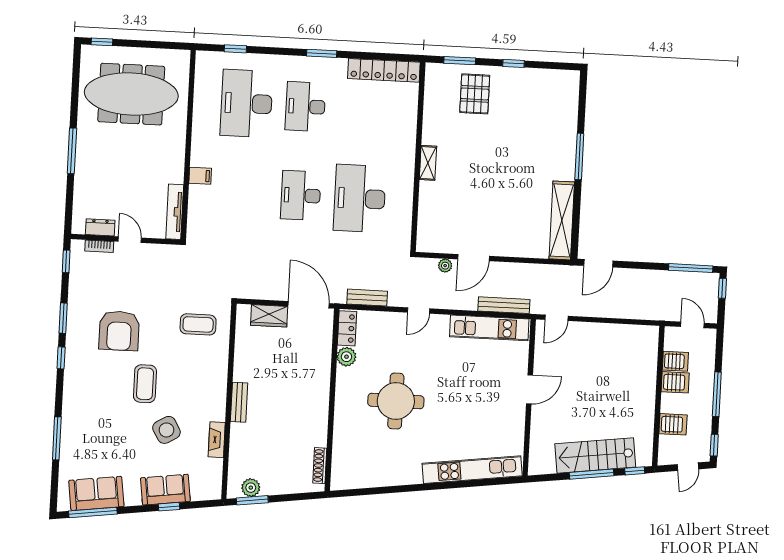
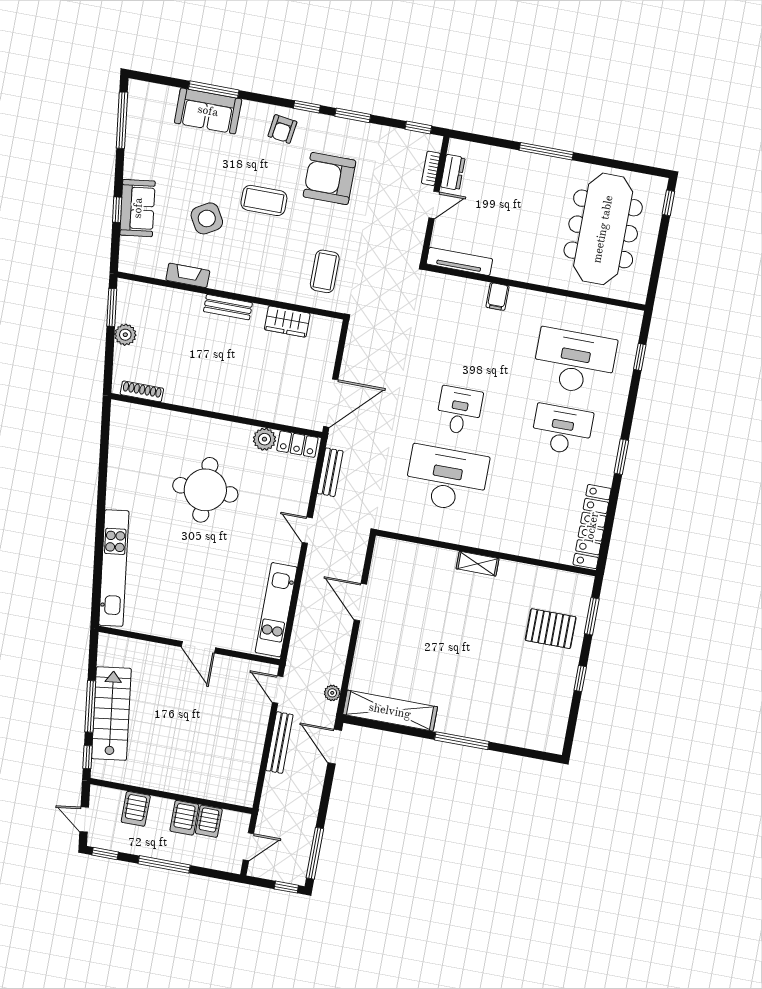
desk: (301, 195) -> (459, 411), width x0.73
plant: (445, 266) -> (332, 693), moved
bench: (504, 305) -> (279, 743), moved
wardrobe: (269, 316) -> (287, 322), moved, turned -90
armchair: (83, 376) -> (282, 129), added
plant: (251, 488) -> (125, 335), moved
sofa: (96, 493) -> (208, 111), moved, turned 97

